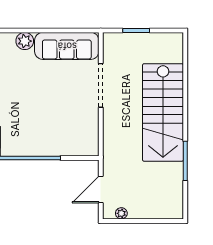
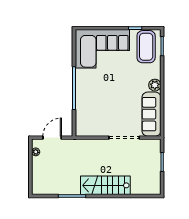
stairs: (163, 112) -> (105, 185), width x0.73, depth x0.66
door: (101, 190) -> (52, 138), hinge flipped

